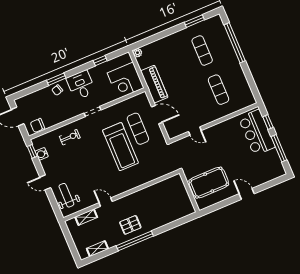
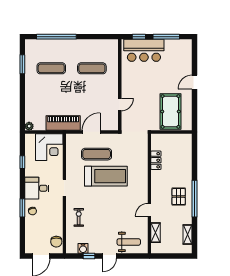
window: (32, 151) -> (89, 256), moved
locker: (156, 188) -> (156, 160), added
weight bench: (66, 195) -> (129, 242), turned 180

